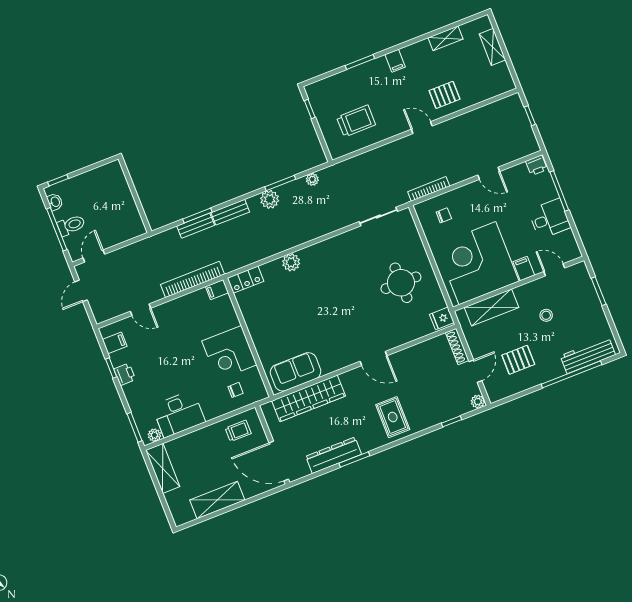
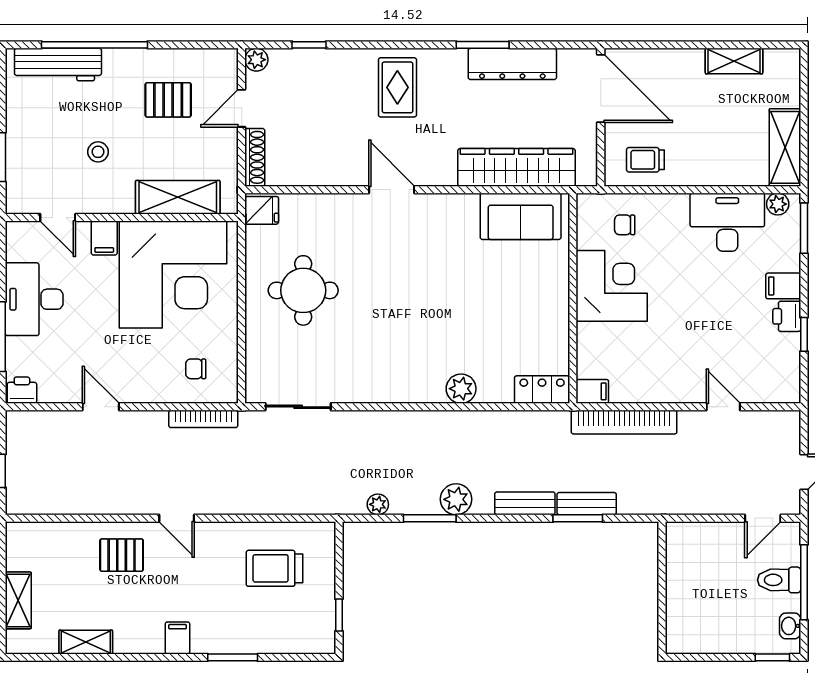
desk: (550, 219) -> (34, 299), width x1.37
filing cabinet: (115, 343) -> (783, 286), moved
shelving: (217, 500) -> (734, 61), width x0.67, depth x0.75

